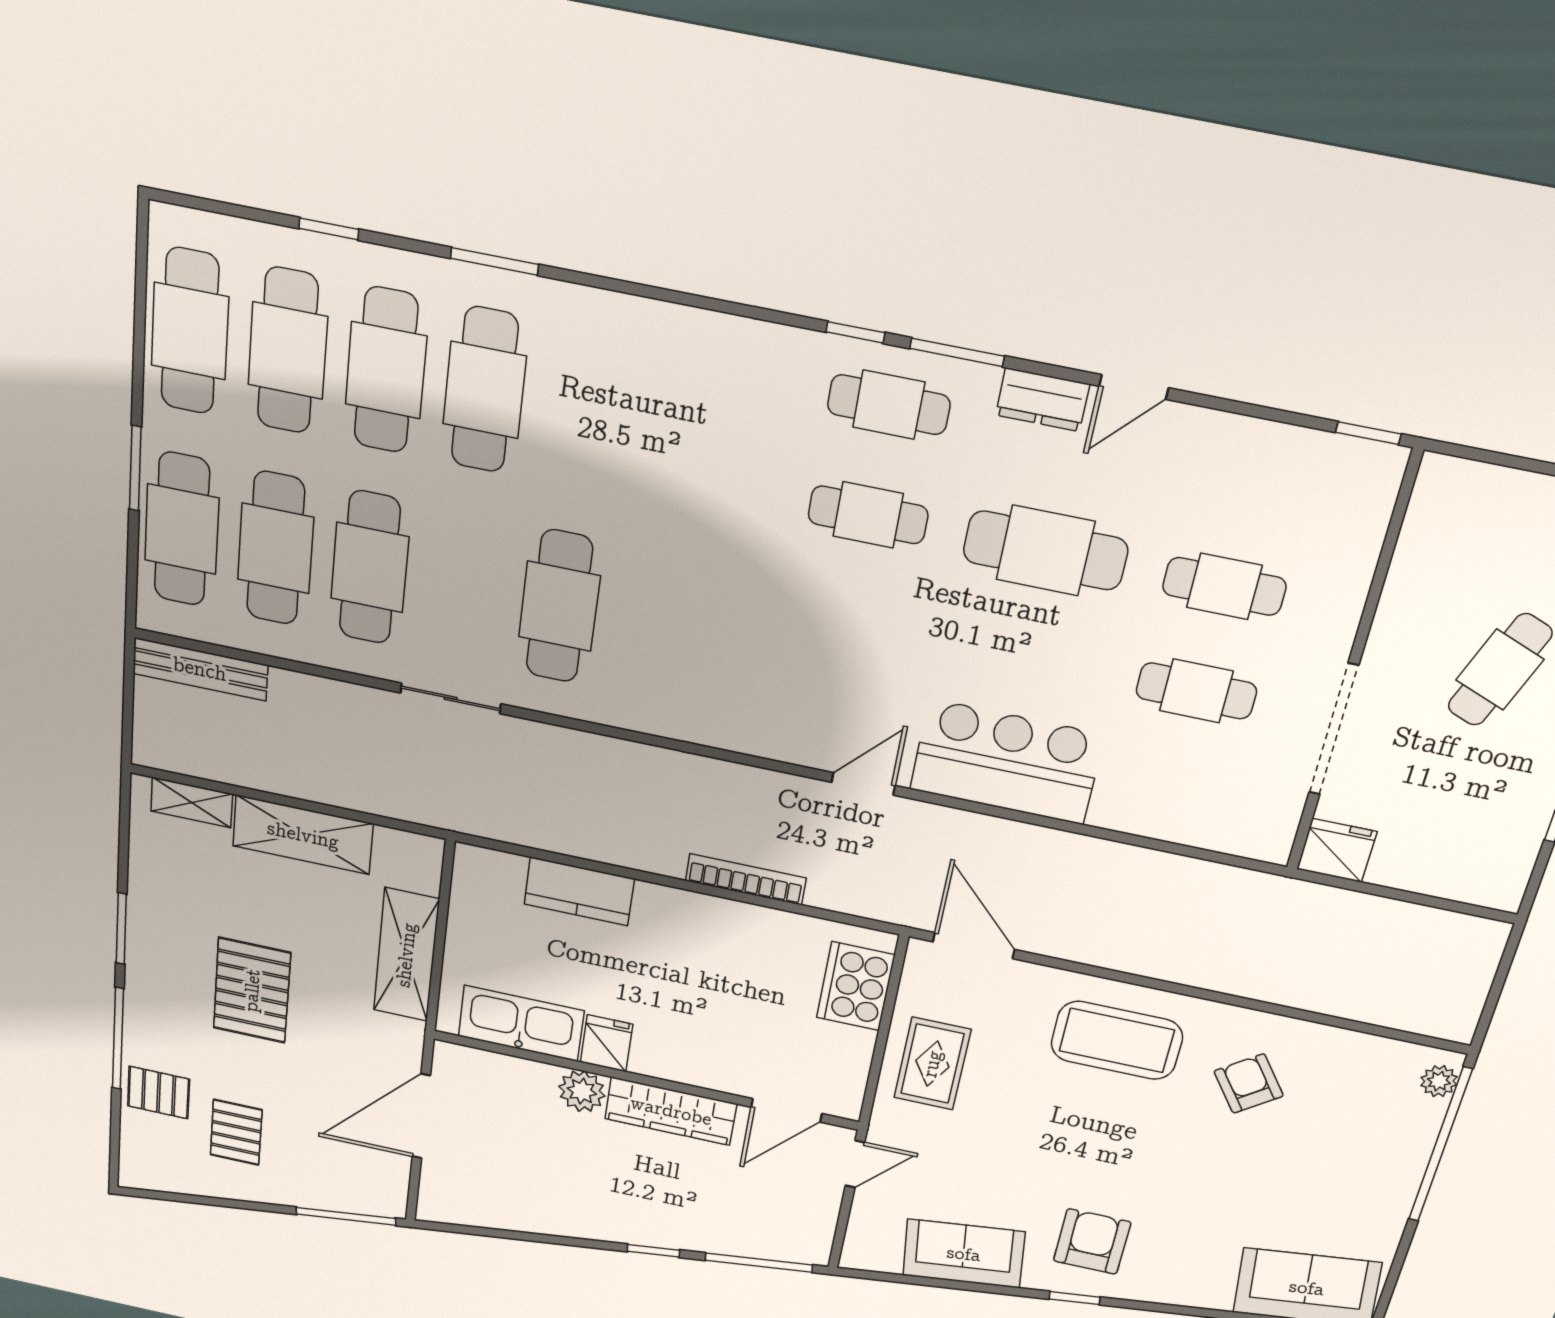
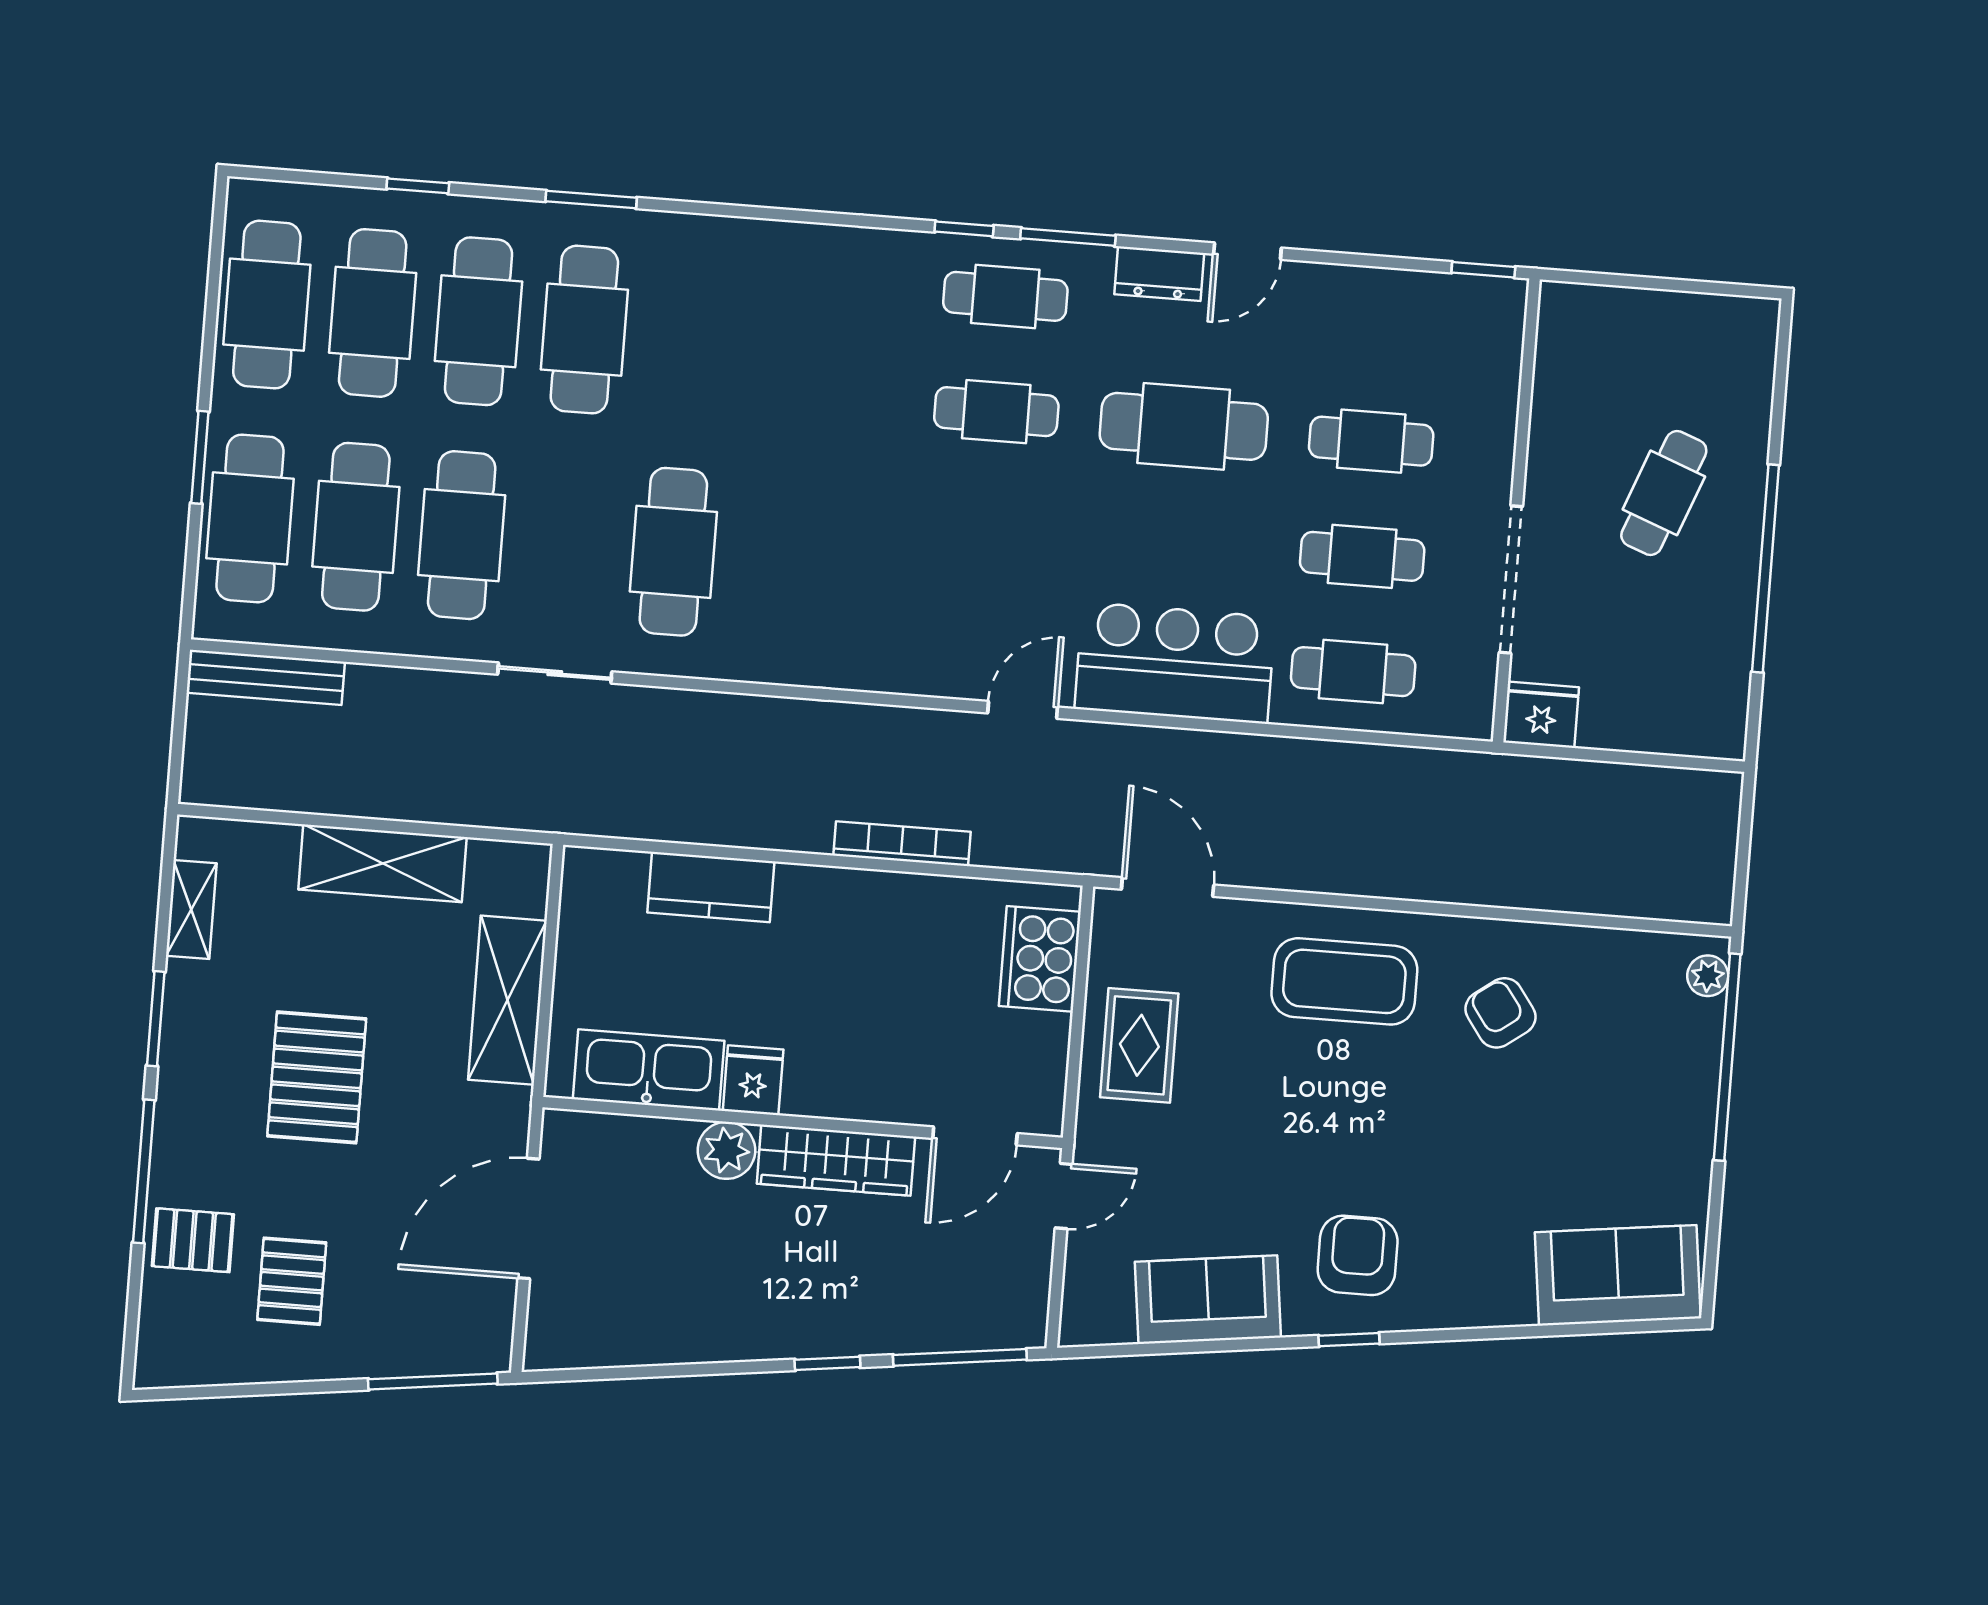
cafe table: (1169, 791) -> (1353, 672), added
shelving: (192, 802) -> (191, 910), moved, turned 90

